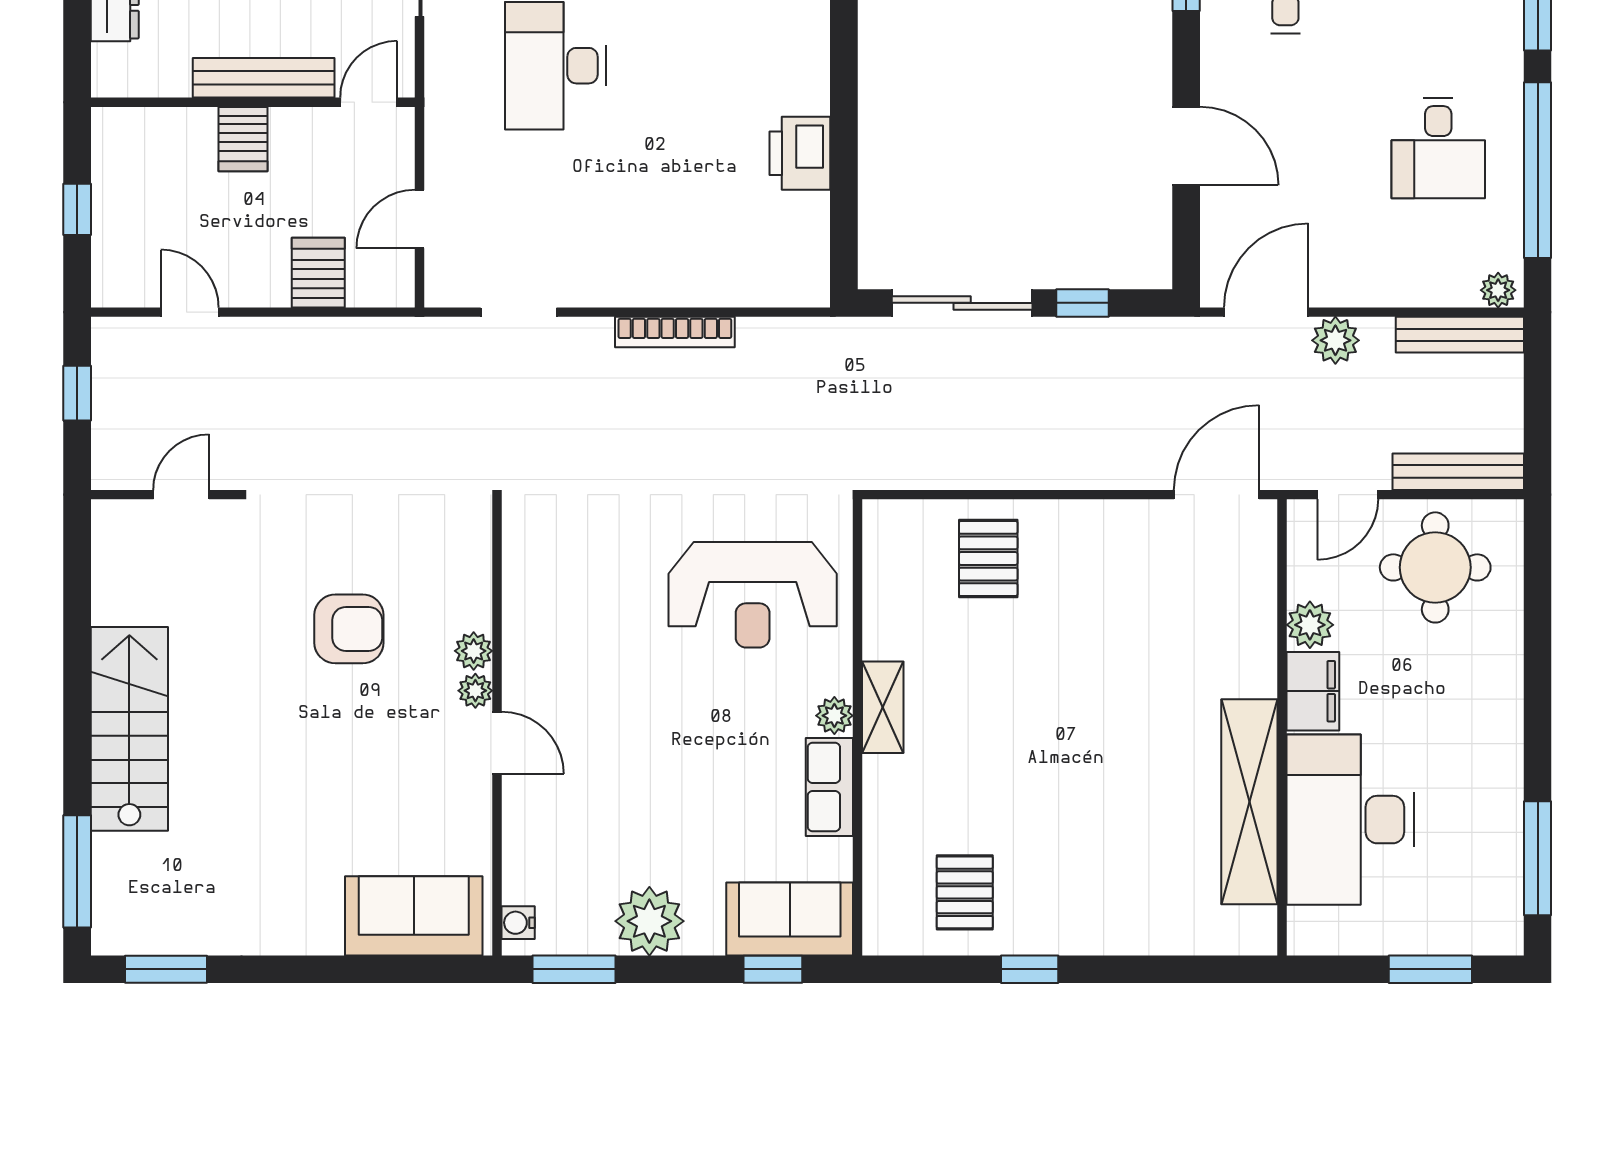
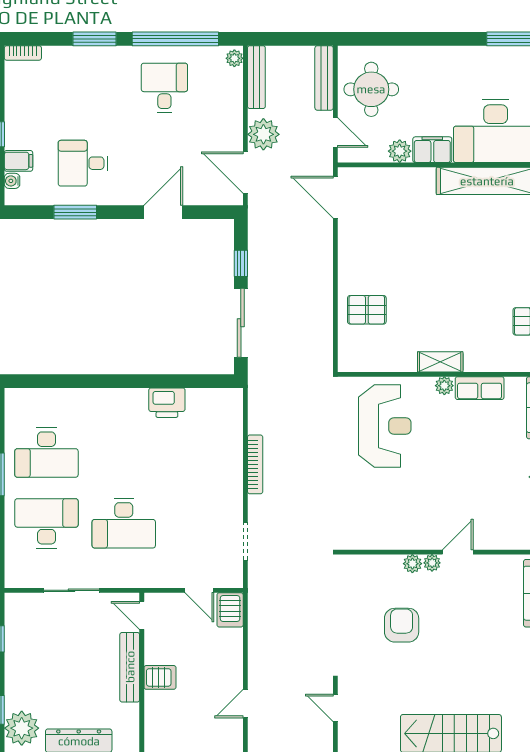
desk: (1438, 148) -> (164, 88), turned -90
server rack: (318, 273) -> (230, 610), moved, turned -90
plant: (1335, 340) -> (263, 134), width x1.36, depth x1.36

